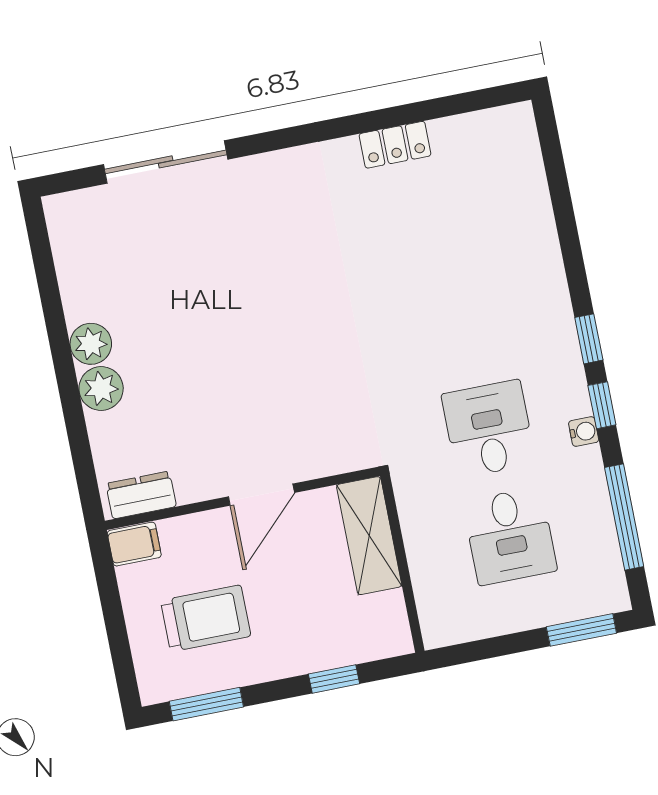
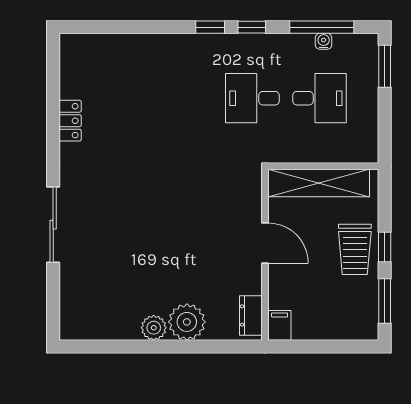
sliding door: (166, 162) -> (53, 225), moved
plant: (101, 389) -> (187, 322), width x1.36, depth x1.36
water cooler: (584, 432) -> (324, 41), moved
shelving: (369, 536) -> (319, 183), width x1.47
trolley: (206, 618) -> (355, 249), moved, turned 180
window: (334, 679) -> (385, 247), moved

